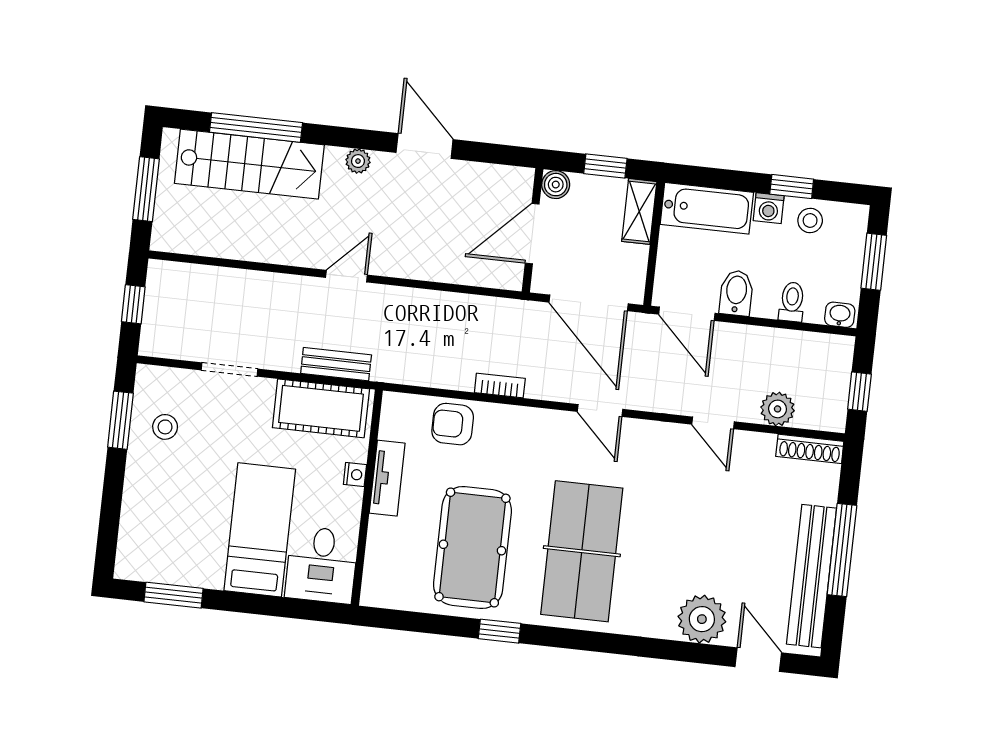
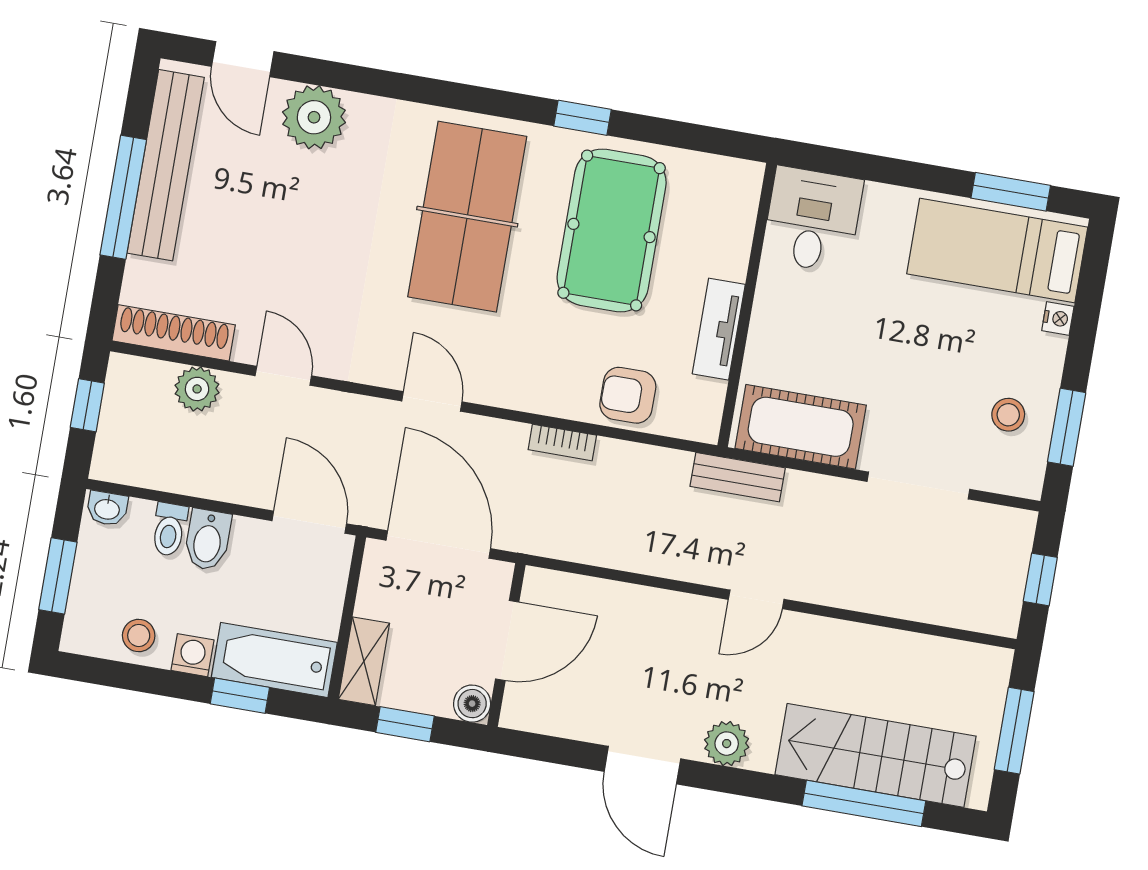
plant: (358, 161) -> (727, 744), width x1.38, depth x1.38
window: (792, 187) -> (240, 696), moved
bidet: (736, 293) -> (208, 540), moved
bench: (336, 364) -> (738, 477), moved
doorway: (230, 370) -> (918, 485), width x1.38
armchair: (453, 424) -> (628, 395), turned 180
shoe rack: (810, 449) -> (174, 333), width x1.36, depth x1.24
nightstand: (355, 475) -> (1058, 318), moved, turned 180
bed: (260, 530) -> (997, 250), moved, turned 90

